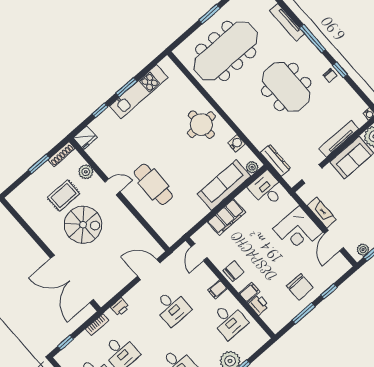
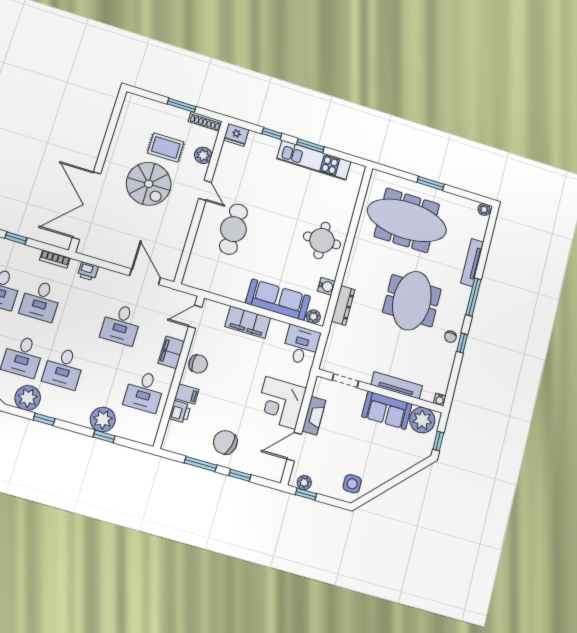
dresser: (275, 160) -> (343, 305), moved
chair: (300, 287) -> (225, 442), turned 104
filing cabinet: (217, 289) -> (171, 352), width x2.00

